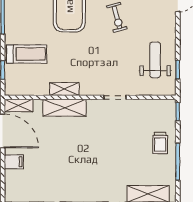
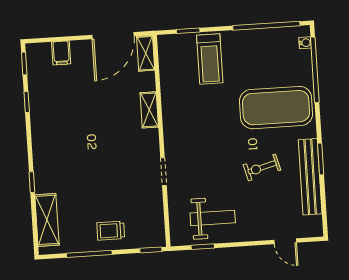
shelving: (64, 89) -> (170, 108), removed
shelving: (65, 108) -> (149, 110), width x0.67, depth x0.75
filing cabinet: (14, 162) -> (61, 53), moved

